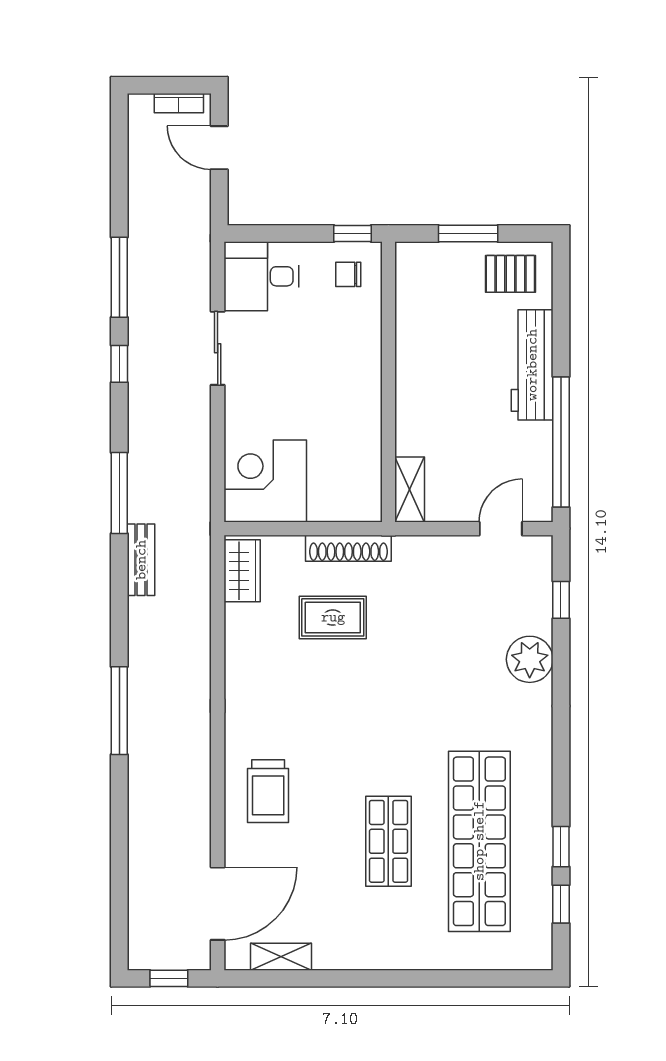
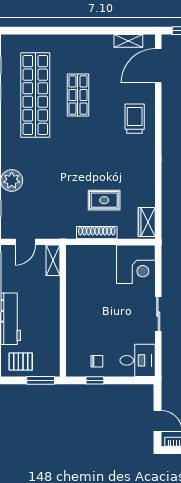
sliding door: (218, 348) -> (158, 314), moved
wall: (388, 382) -> (63, 311), moved
shelving: (410, 490) -> (53, 260), moved

